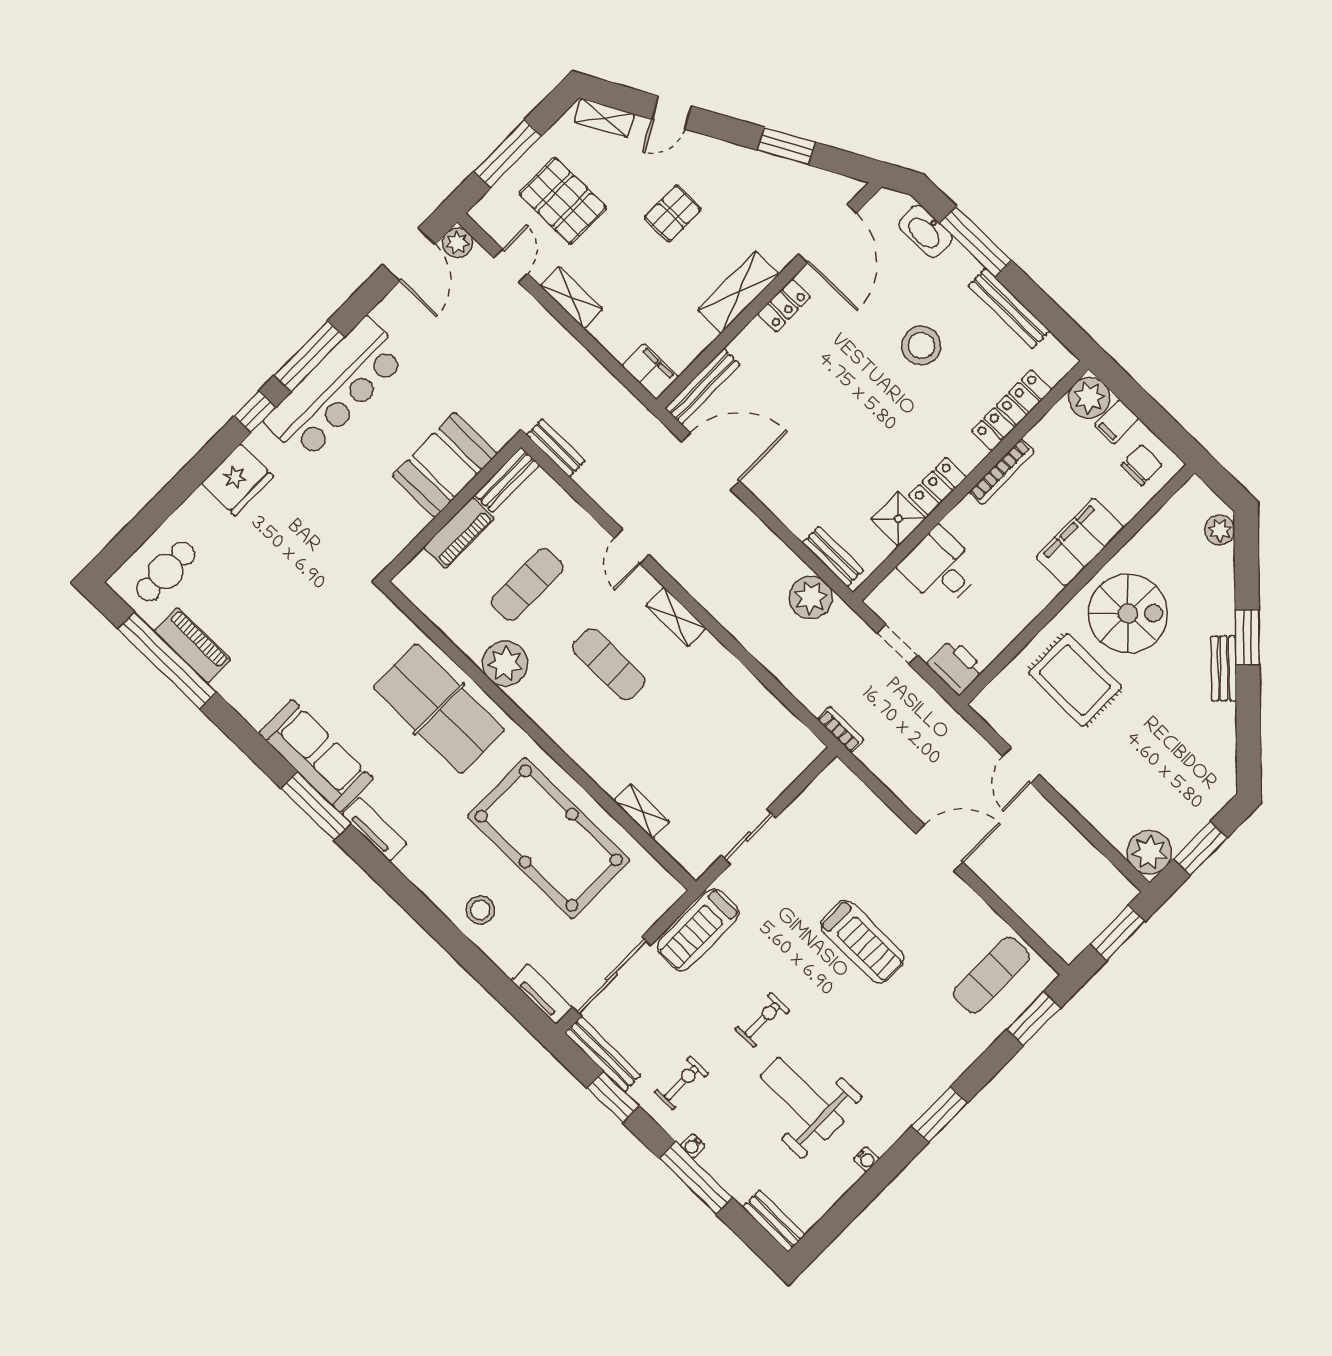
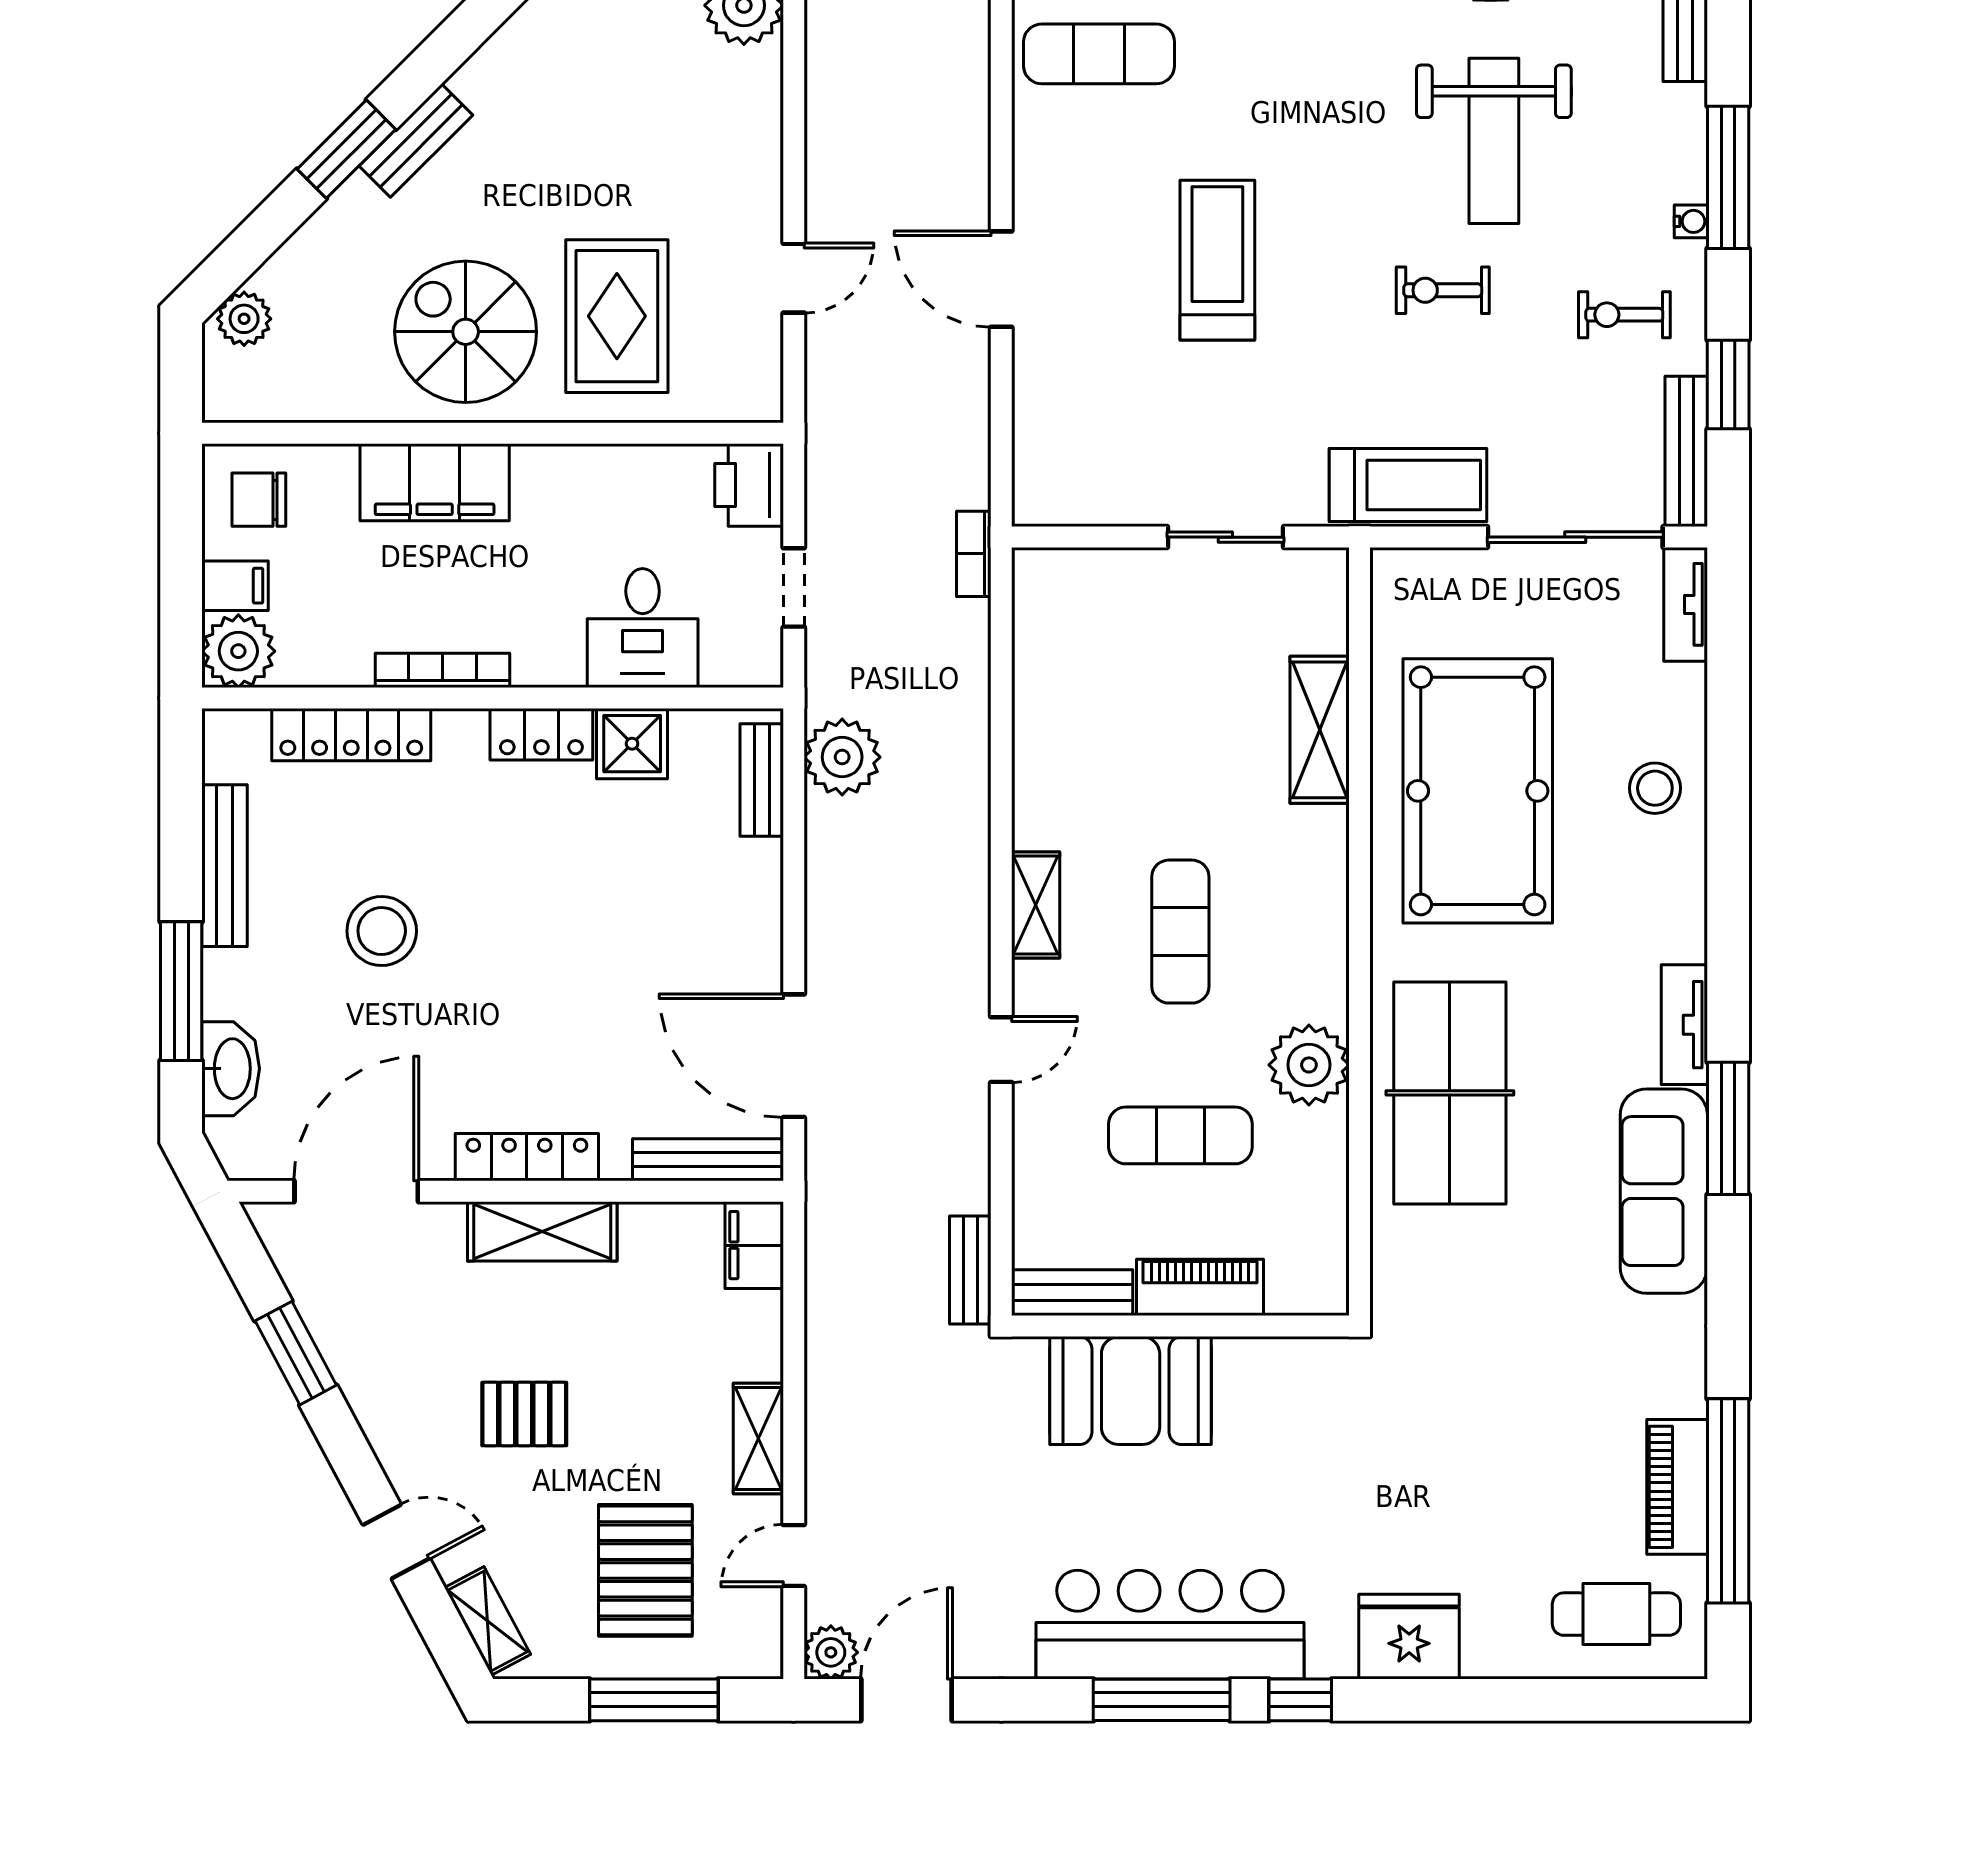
locker: (784, 305) -> (527, 1157), width x1.53
shelving: (642, 811) -> (1320, 730), width x1.50, depth x1.33

